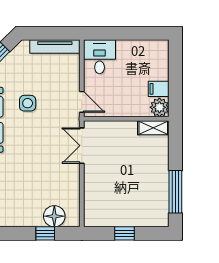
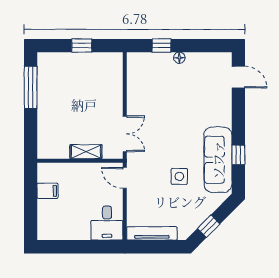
plant: (159, 107) -> (47, 172), removed
shelving: (153, 128) -> (86, 152), moved
floor lamp: (54, 216) -> (179, 58), moved, width x0.53, depth x0.53

